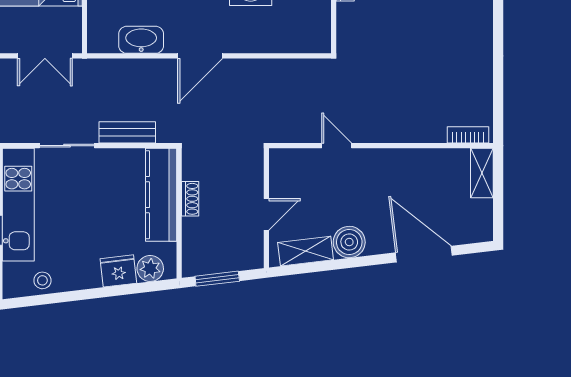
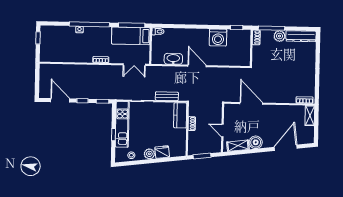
door: (200, 56) -> (197, 66), swing flipped
door: (337, 146) -> (251, 103), width x1.88
kitchen counter: (161, 195) -> (180, 115), width x0.67
door: (266, 214) -> (222, 130), swing flipped
door: (424, 254) -> (286, 148), hinge flipped
plant: (150, 268) -> (149, 154), moved

